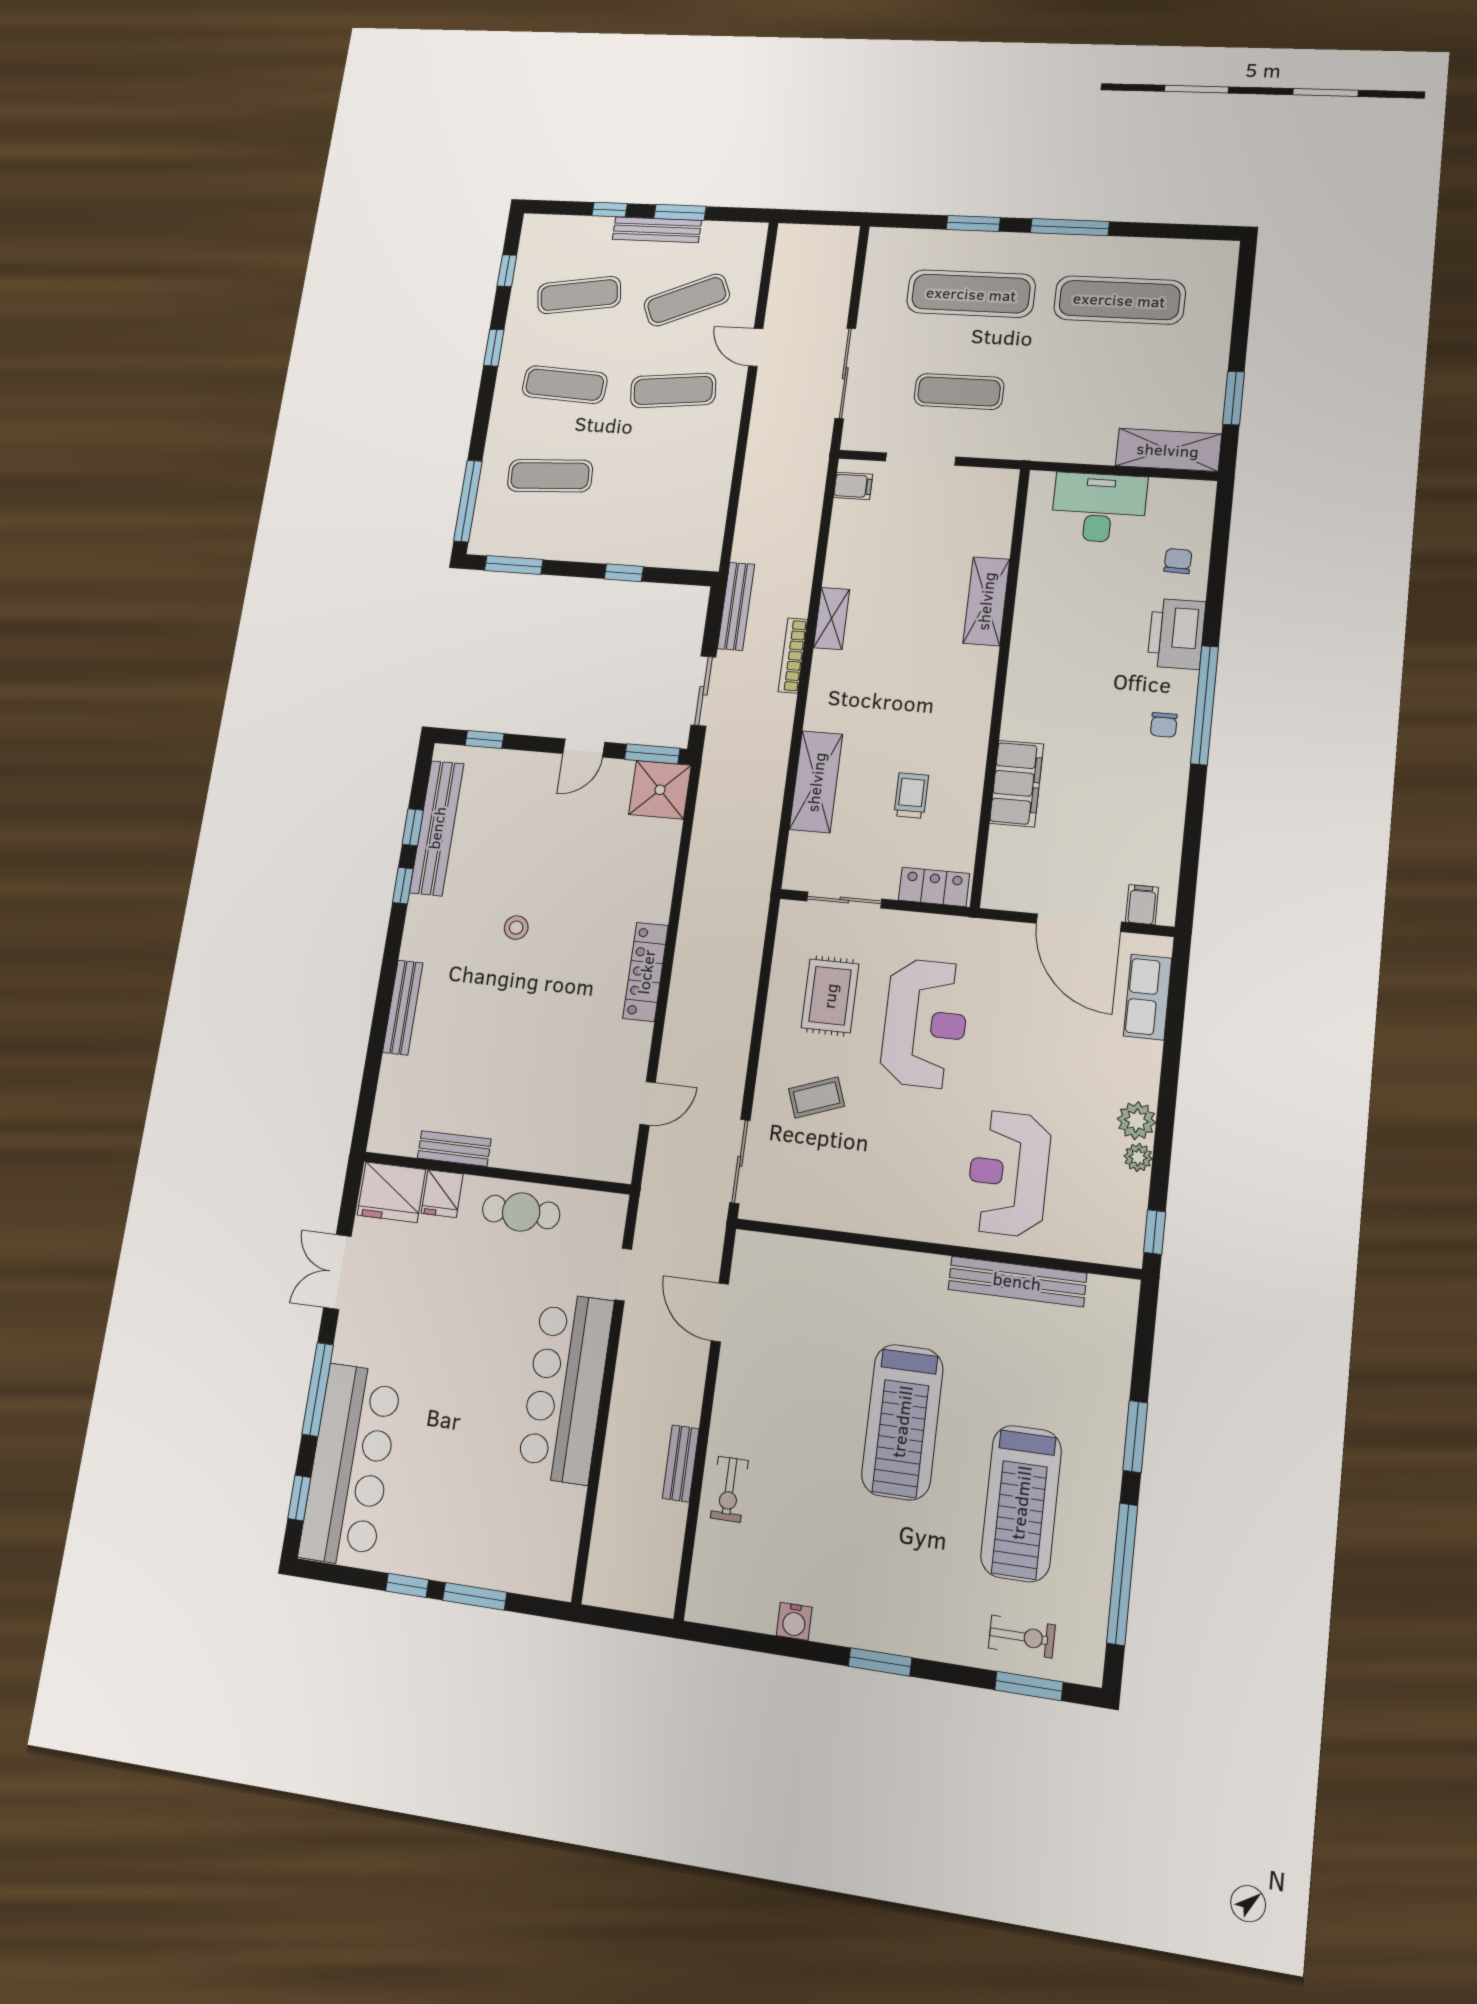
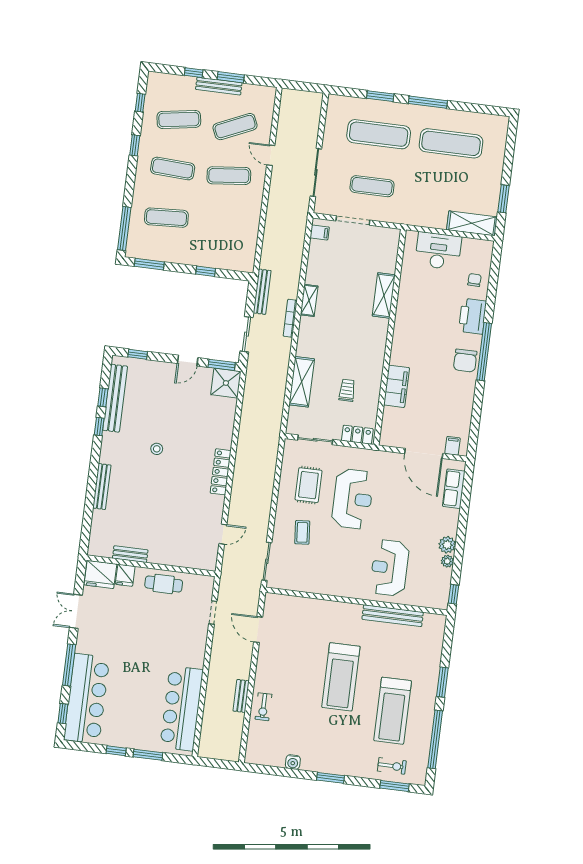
chair: (1164, 725) -> (465, 361), width x1.87, depth x1.87
coffee table: (817, 1097) -> (302, 532), turned -75
bar counter: (566, 1388) -> (182, 708), moved

